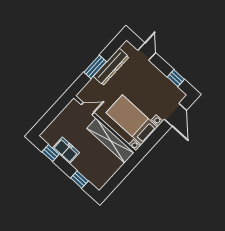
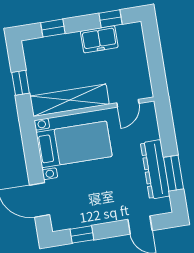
window: (95, 67) -> (173, 173), moved
window: (122, 174) -> (21, 83), added

